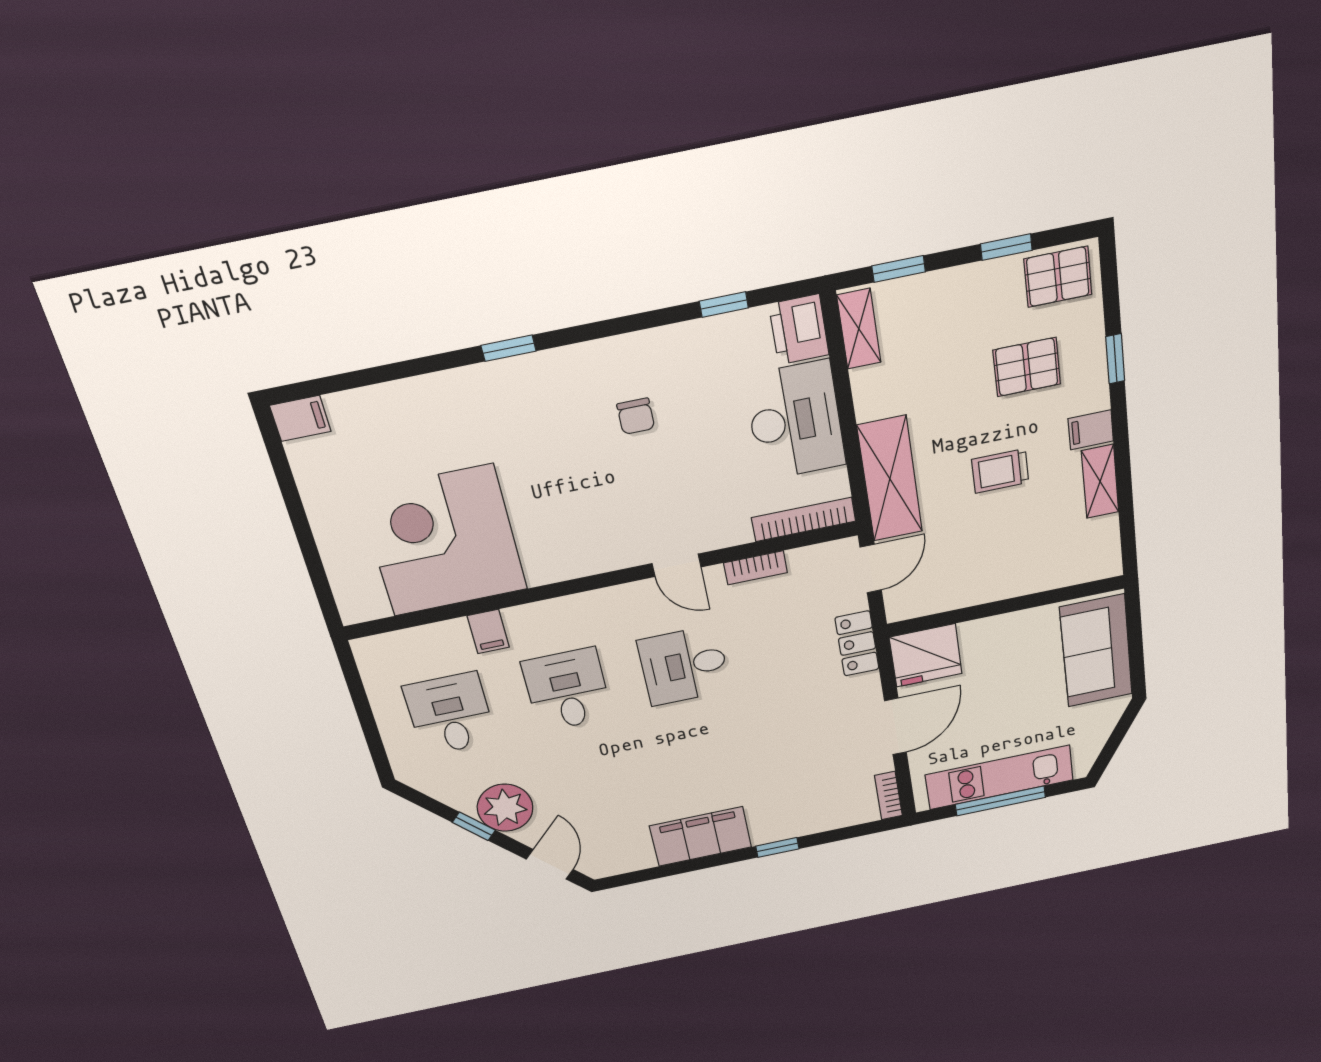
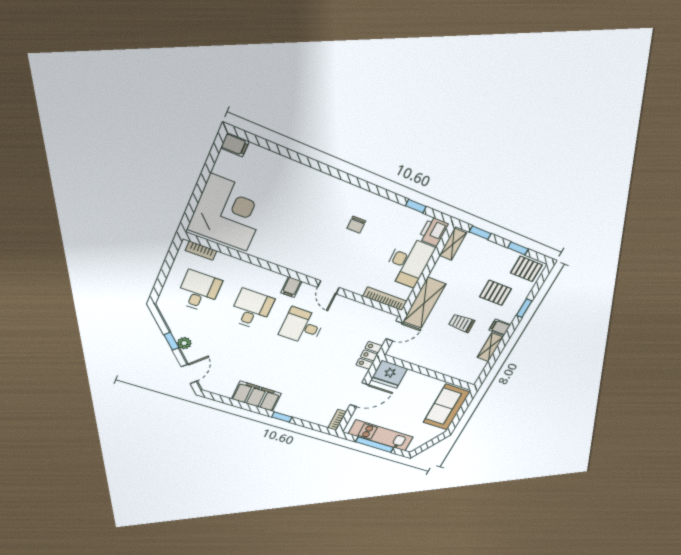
window: (508, 348) -> (331, 171), removed
corner desk: (443, 541) -> (229, 213), moved, turned 90
bookcase: (756, 568) -> (201, 251), moved
filing cabinet: (488, 631) -> (291, 287), moved
plant: (505, 808) -> (184, 343), width x0.53, depth x0.53

